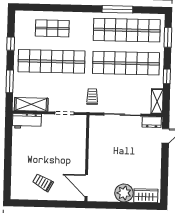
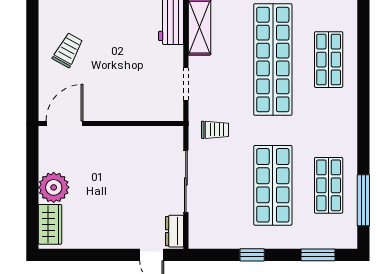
window: (117, 9) -> (363, 200), moved
shop shelf: (127, 30) -> (329, 185), width x0.50, depth x0.74
shop shelf: (126, 63) -> (273, 185), width x0.71
shelving: (157, 101) -> (210, 239), removed

